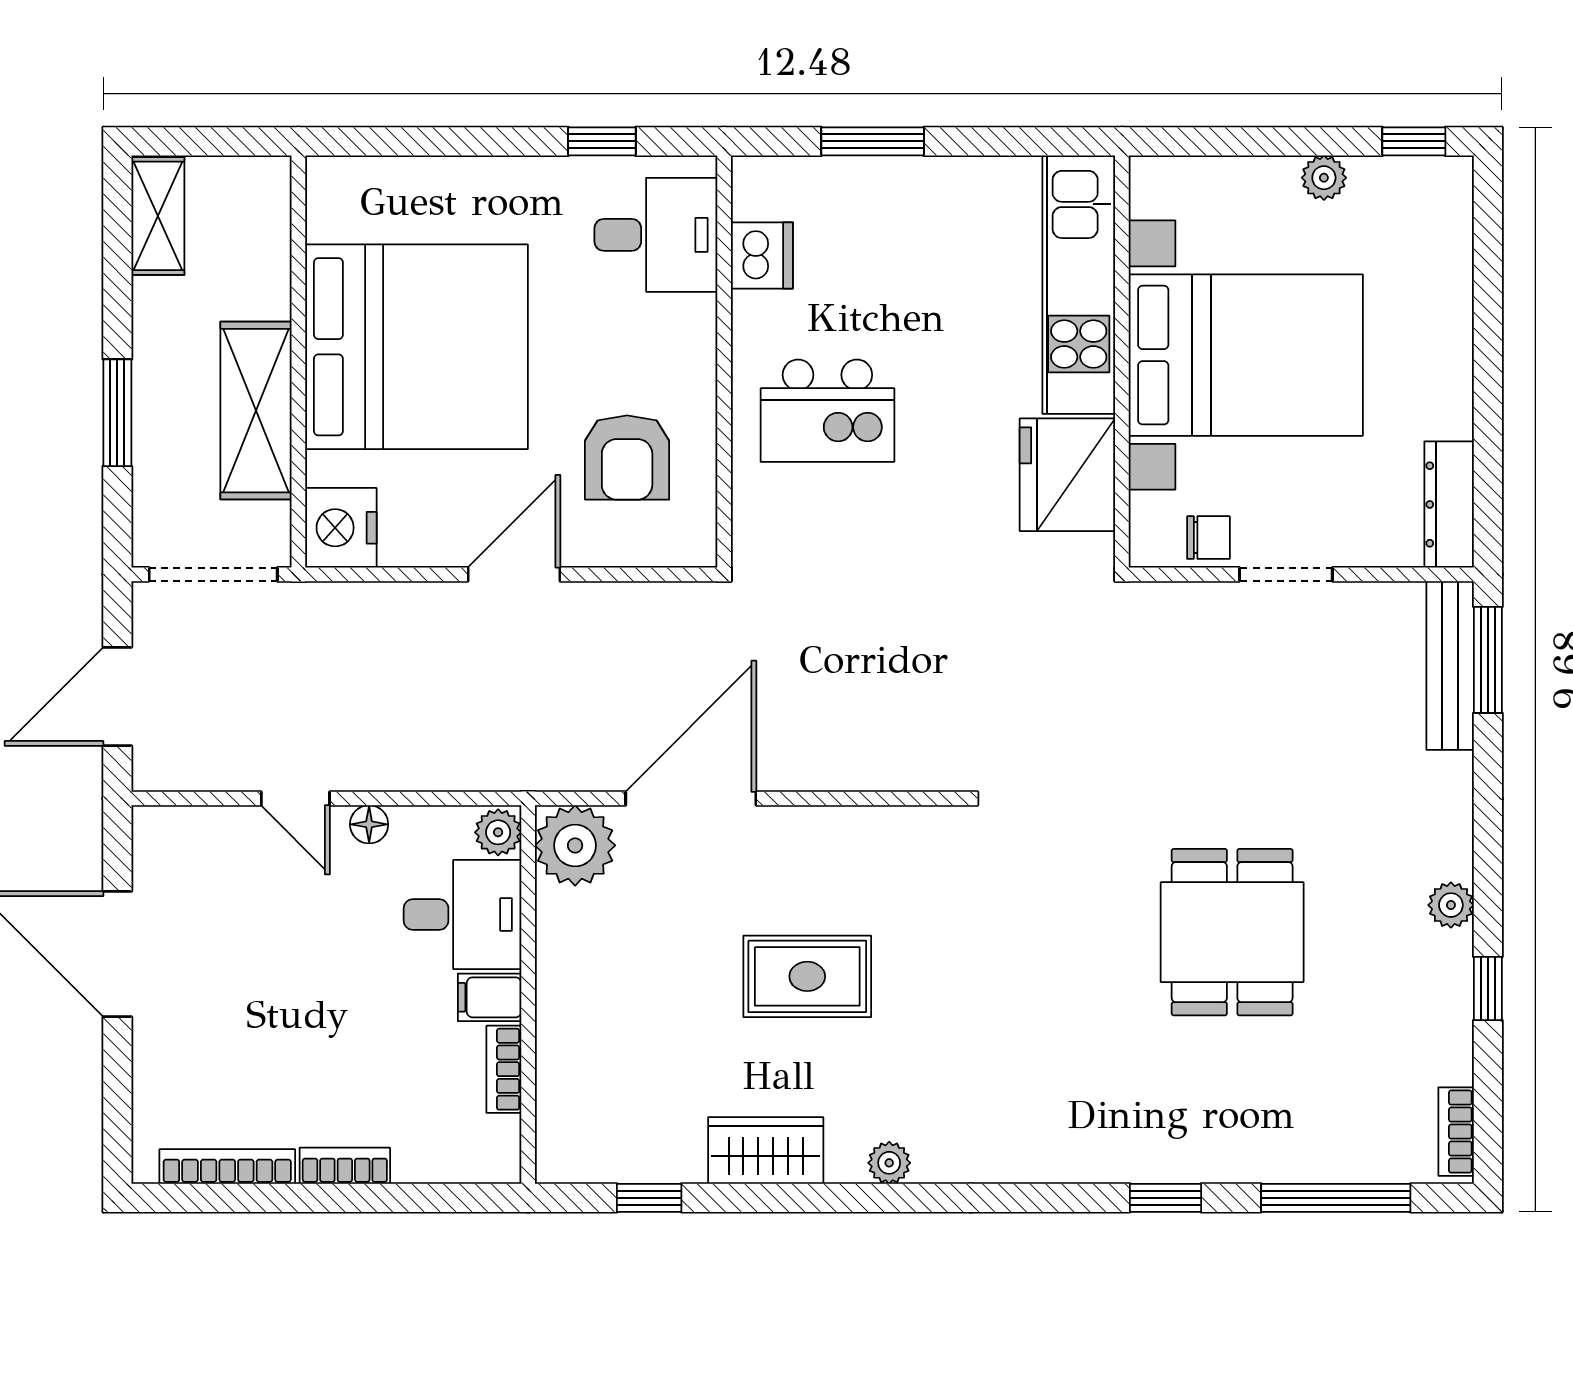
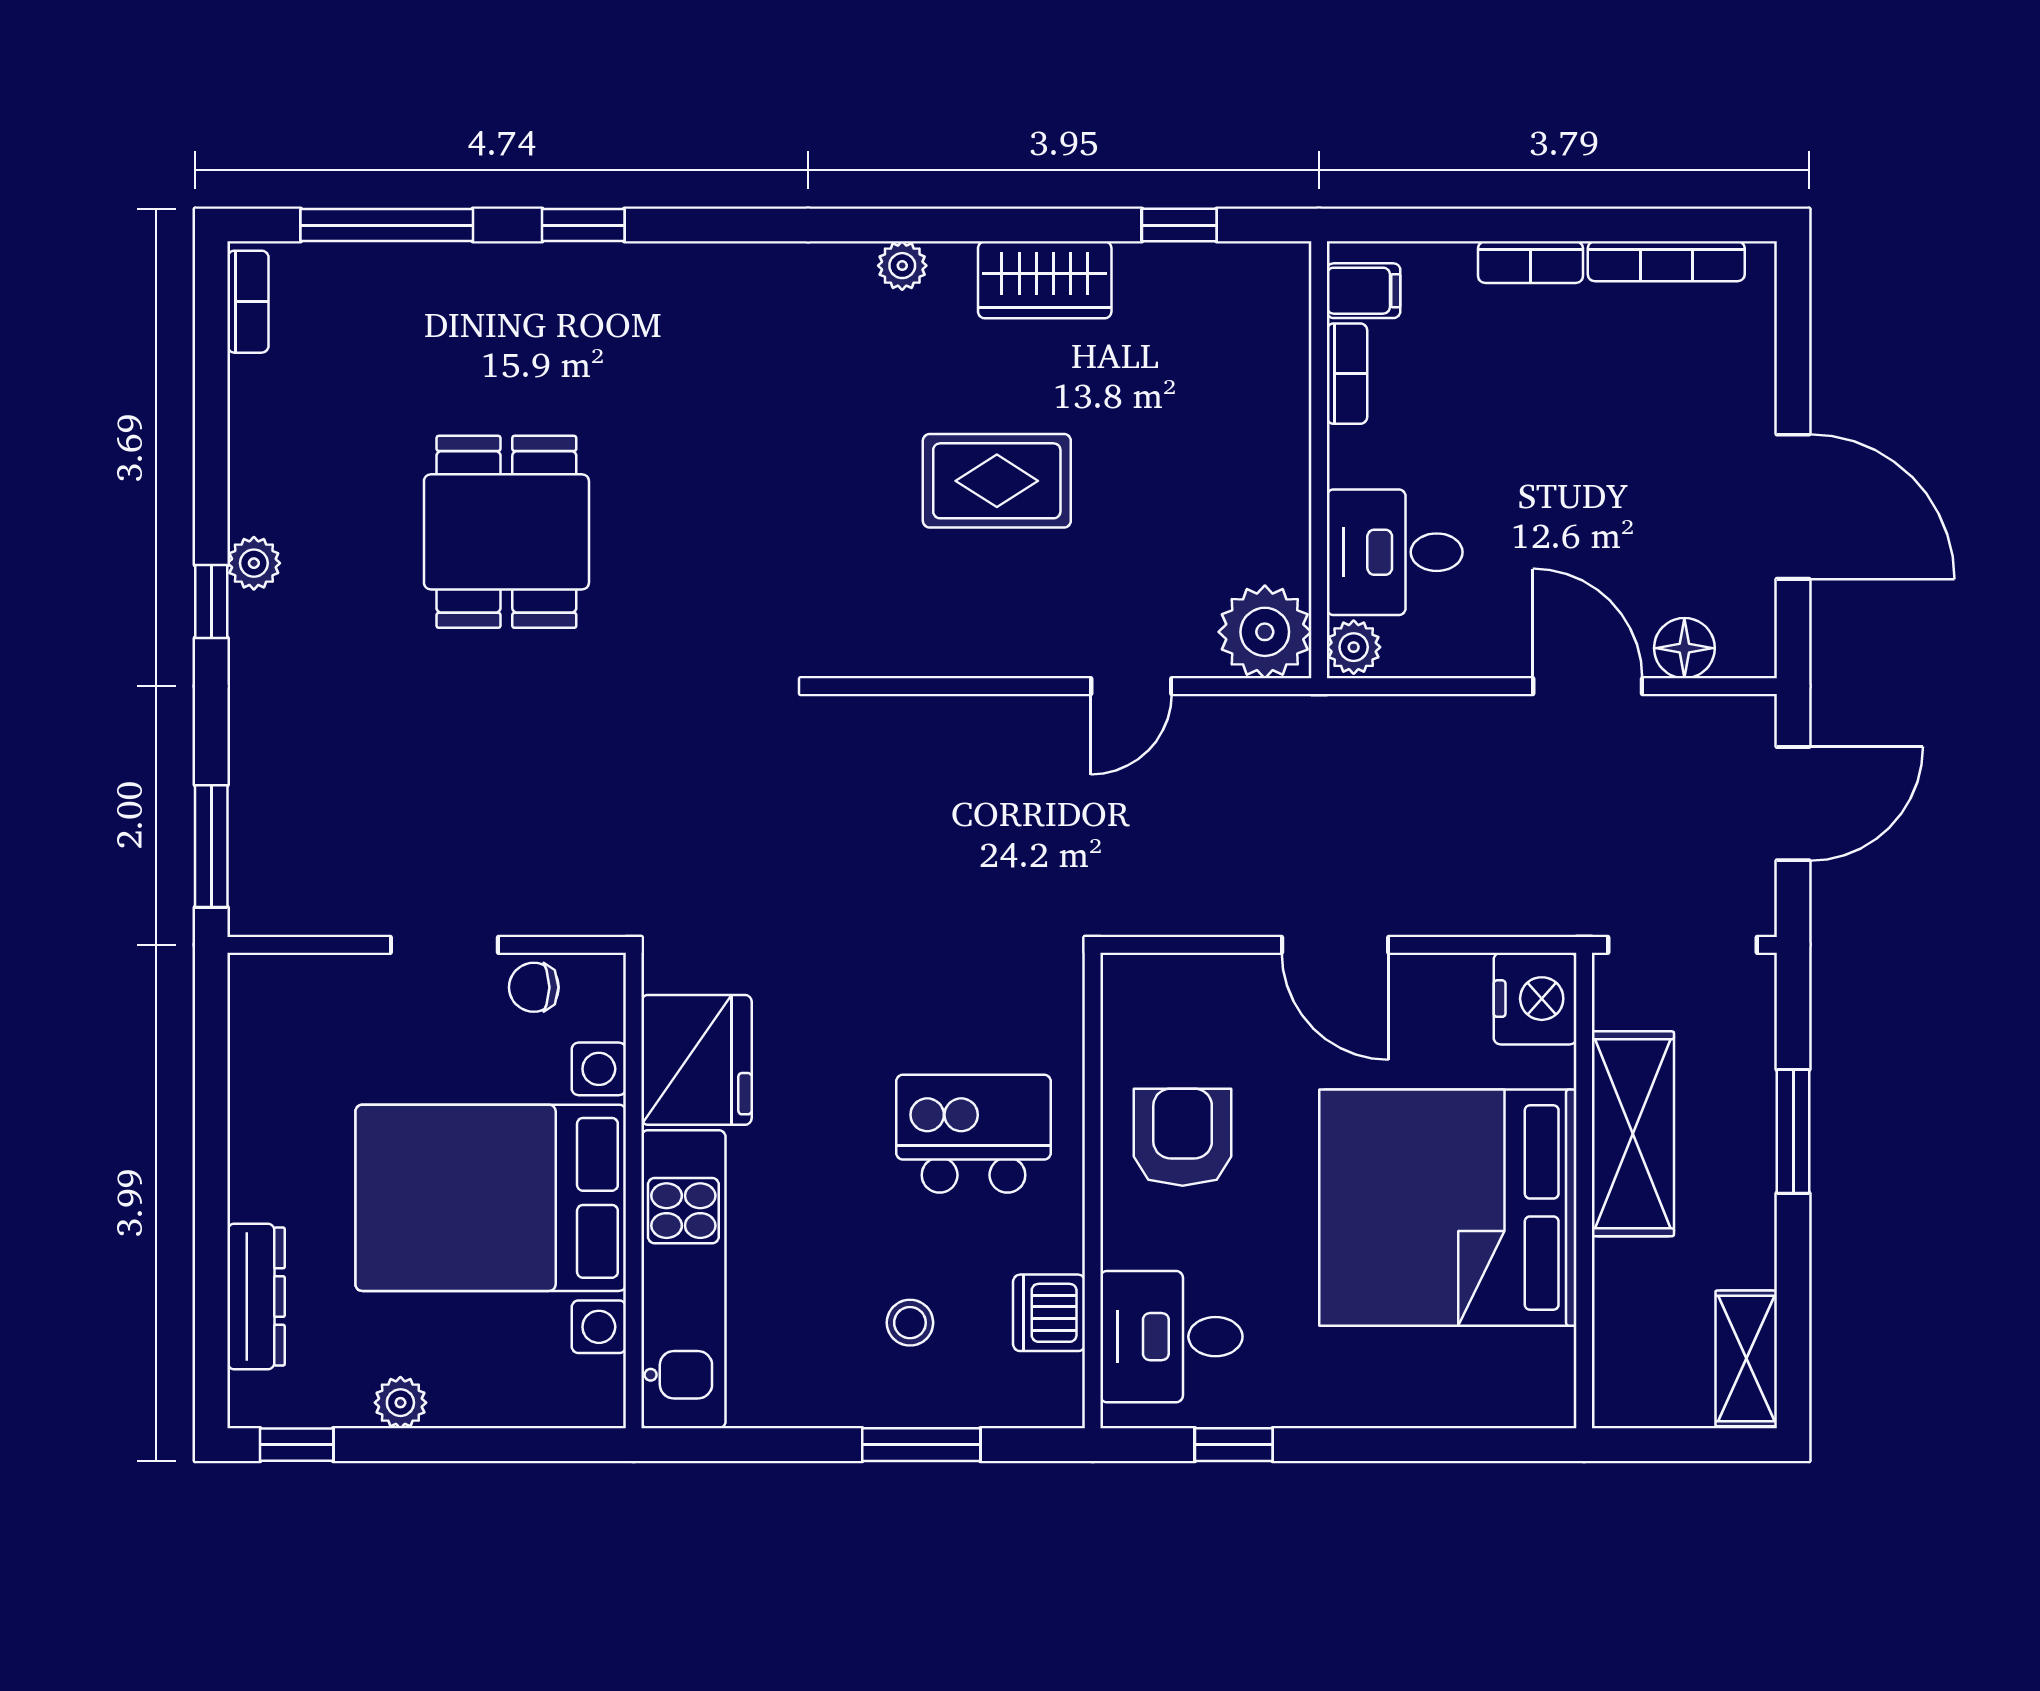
stool: (882, 247) -> (910, 1323), added
armchair: (627, 458) -> (1183, 1137), moved
dresser: (1449, 504) -> (256, 1297), moved
door: (514, 574) -> (1335, 945), hinge flipped
bench: (1450, 666) -> (255, 840), removed
door: (295, 798) -> (1588, 686), width x1.38
door: (691, 798) -> (1131, 686), width x0.53
floor lamp: (369, 824) -> (1684, 648), moved, width x1.37, depth x1.37
window: (1488, 988) -> (211, 602), moved
filing cabinet: (490, 997) -> (1363, 291), moved

